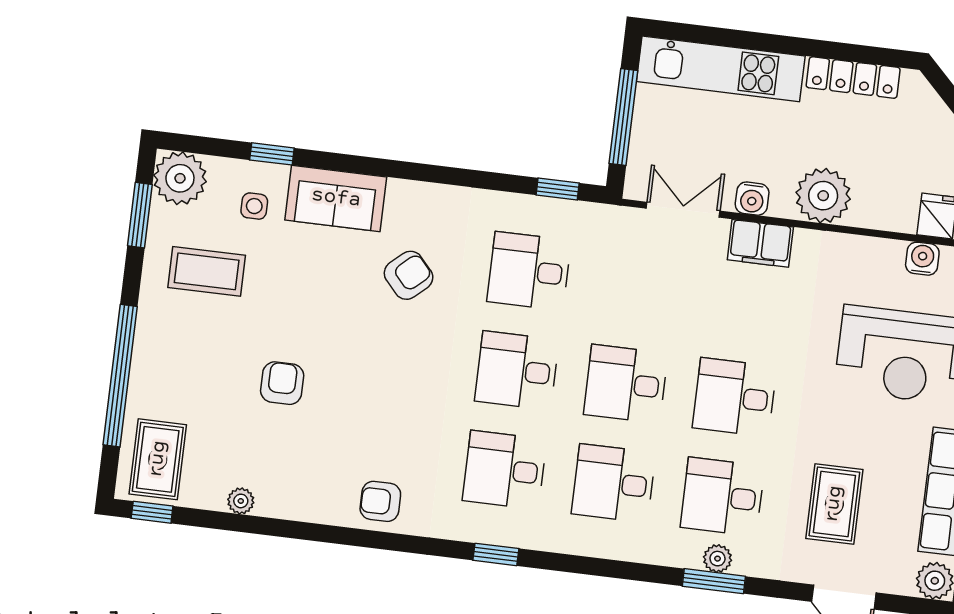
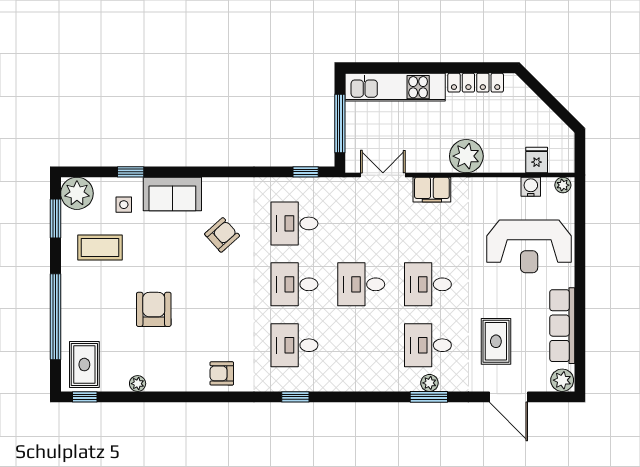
water cooler: (752, 199) -> (424, 163), removed
armchair: (282, 383) -> (154, 309), width x1.38, depth x1.38
desk: (614, 483) -> (361, 345), removed

